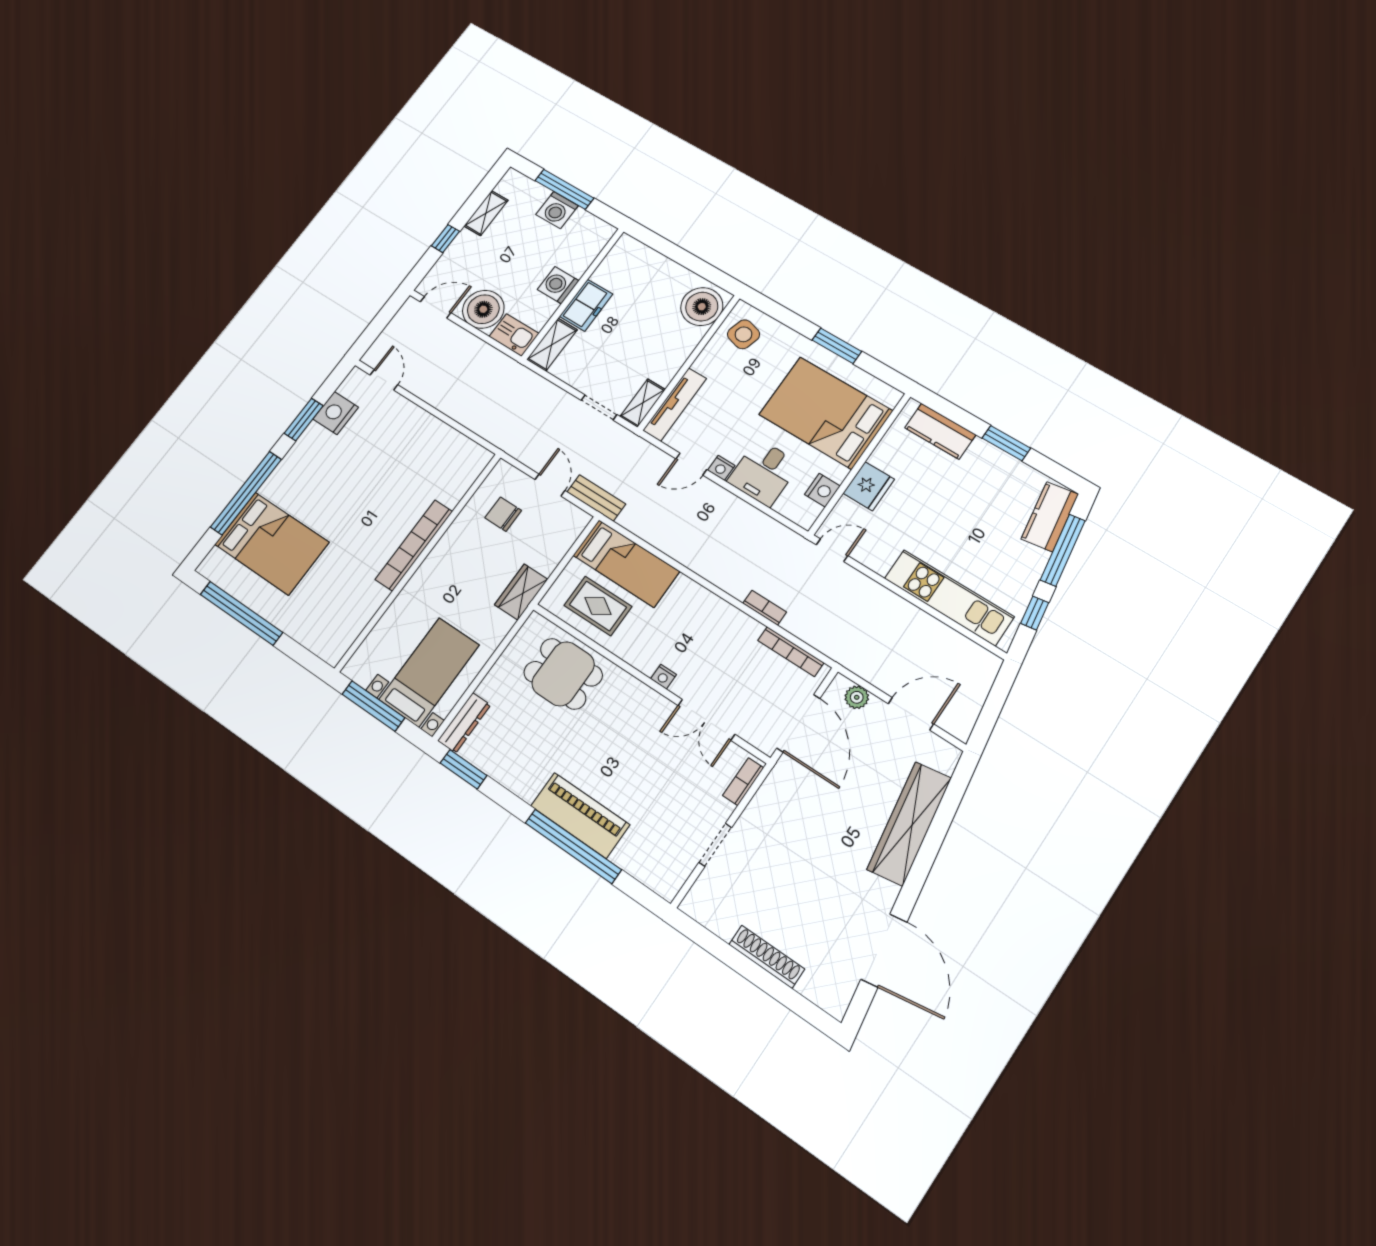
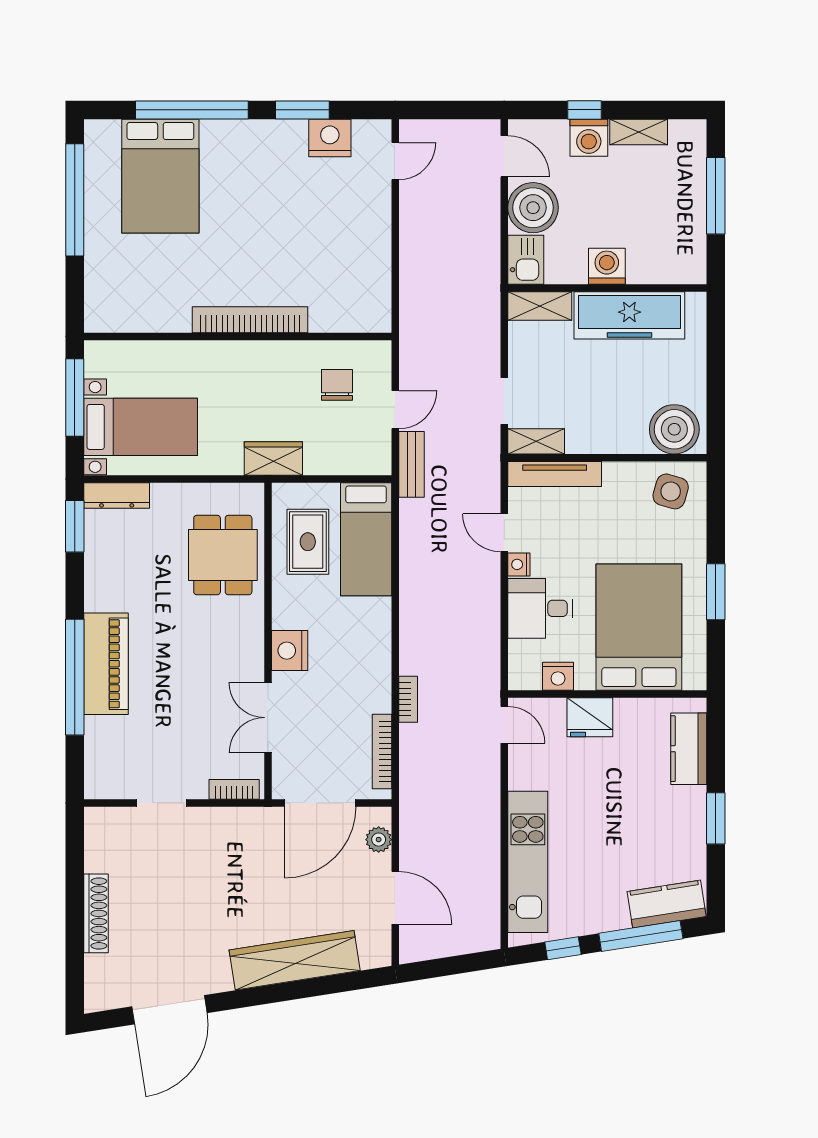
washing machine: (557, 210) -> (589, 138), moved, turned -90
freezer: (586, 305) -> (629, 315), width x1.91, depth x1.26
nightstand: (664, 677) -> (290, 651), width x1.89, depth x1.79

